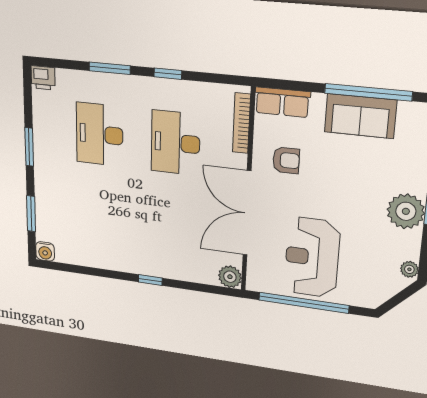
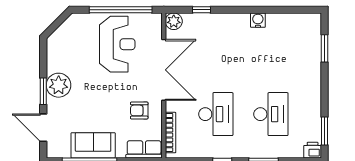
window: (29, 147) -> (324, 131), moved
water cooler: (45, 251) -> (258, 20), moved
plant: (409, 269) -> (52, 45), removed
window: (150, 280) -> (202, 10), moved

